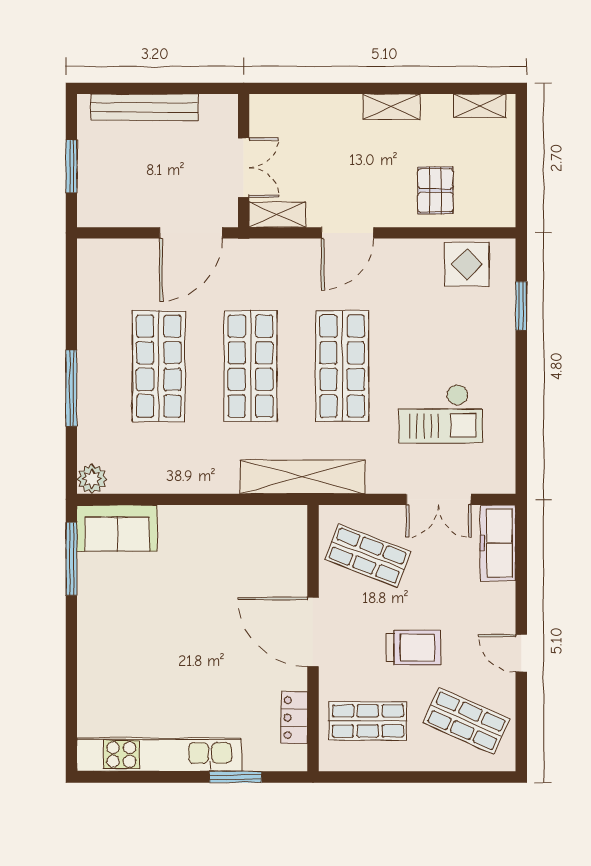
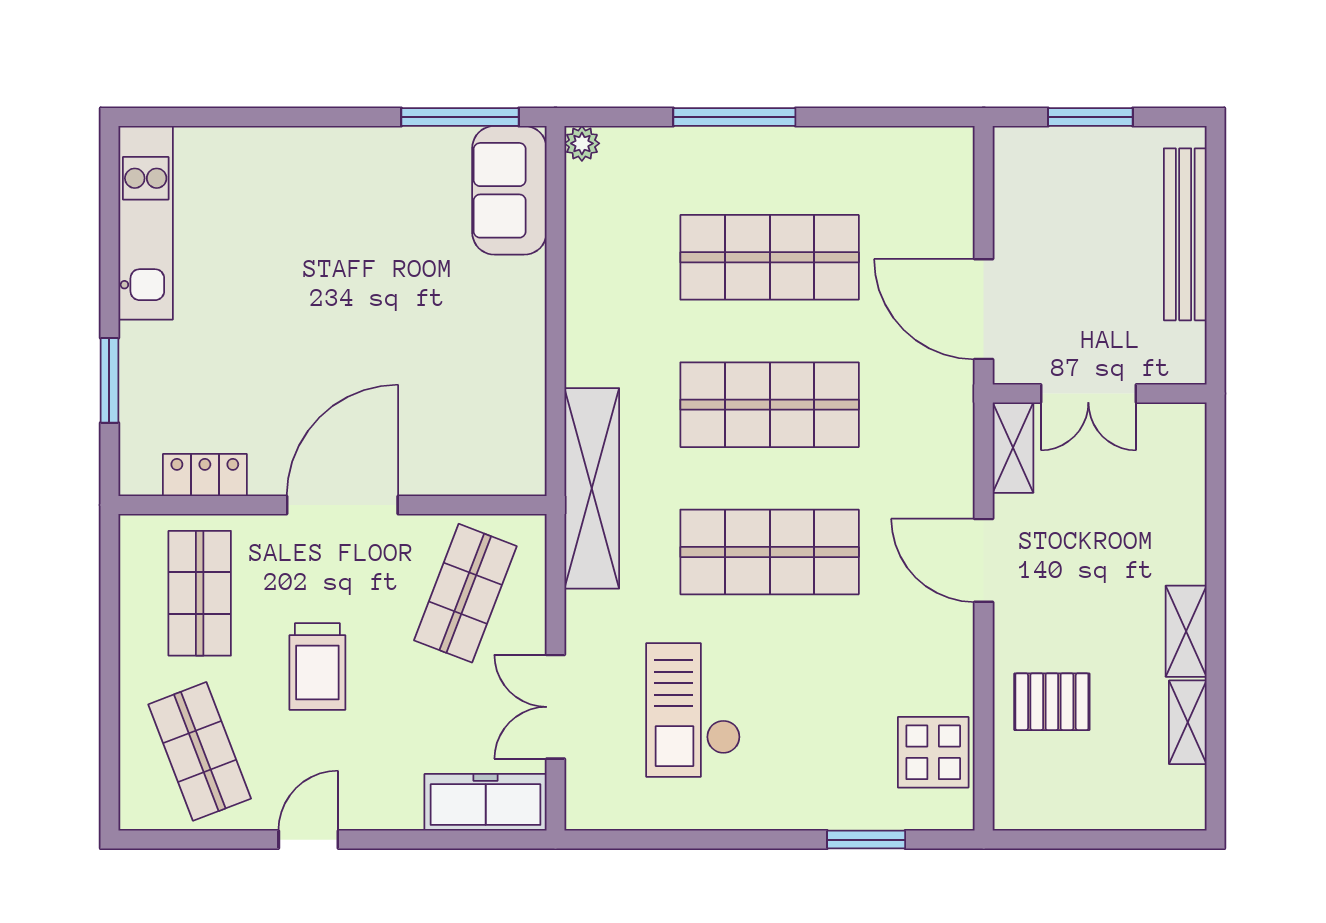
shelving: (480, 106) -> (1188, 722), moved
plant: (92, 479) -> (582, 143), width x0.73, depth x0.73
shop shelf: (466, 721) -> (200, 751), turned -45
kitchen unit: (159, 755) -> (146, 223), width x0.73

